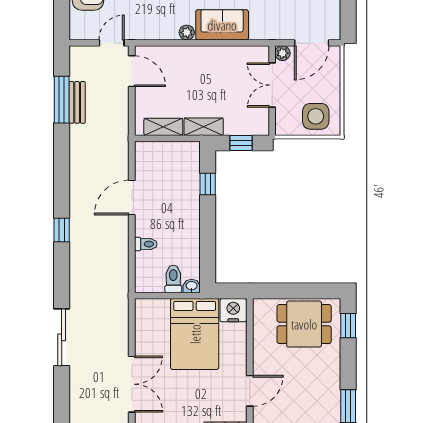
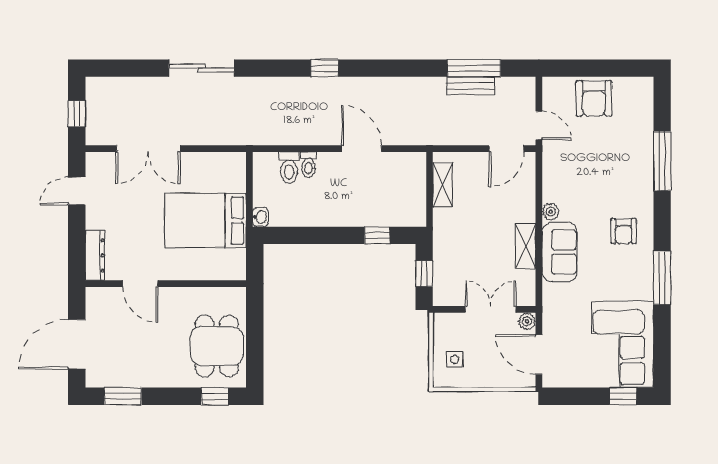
side table: (316, 116) -> (455, 359), width x0.54, depth x0.54
shelving: (204, 127) -> (526, 246), moved
toilet: (173, 279) -> (289, 168), moved, turned 90
nightstand: (233, 310) -> (233, 265), removed

